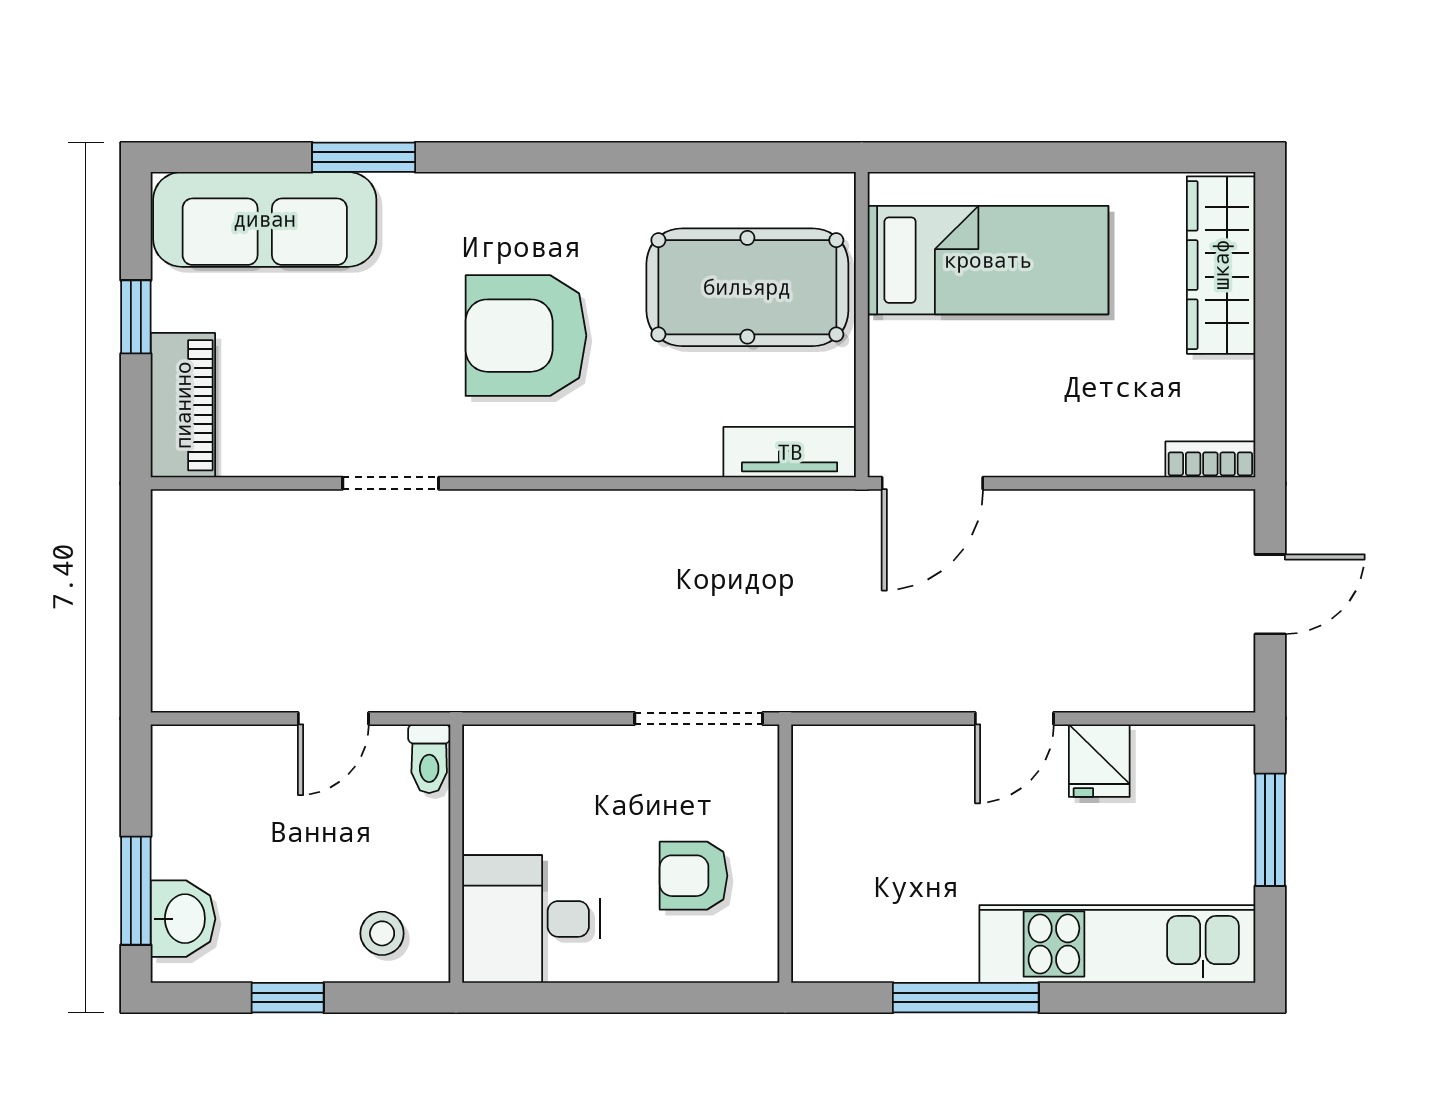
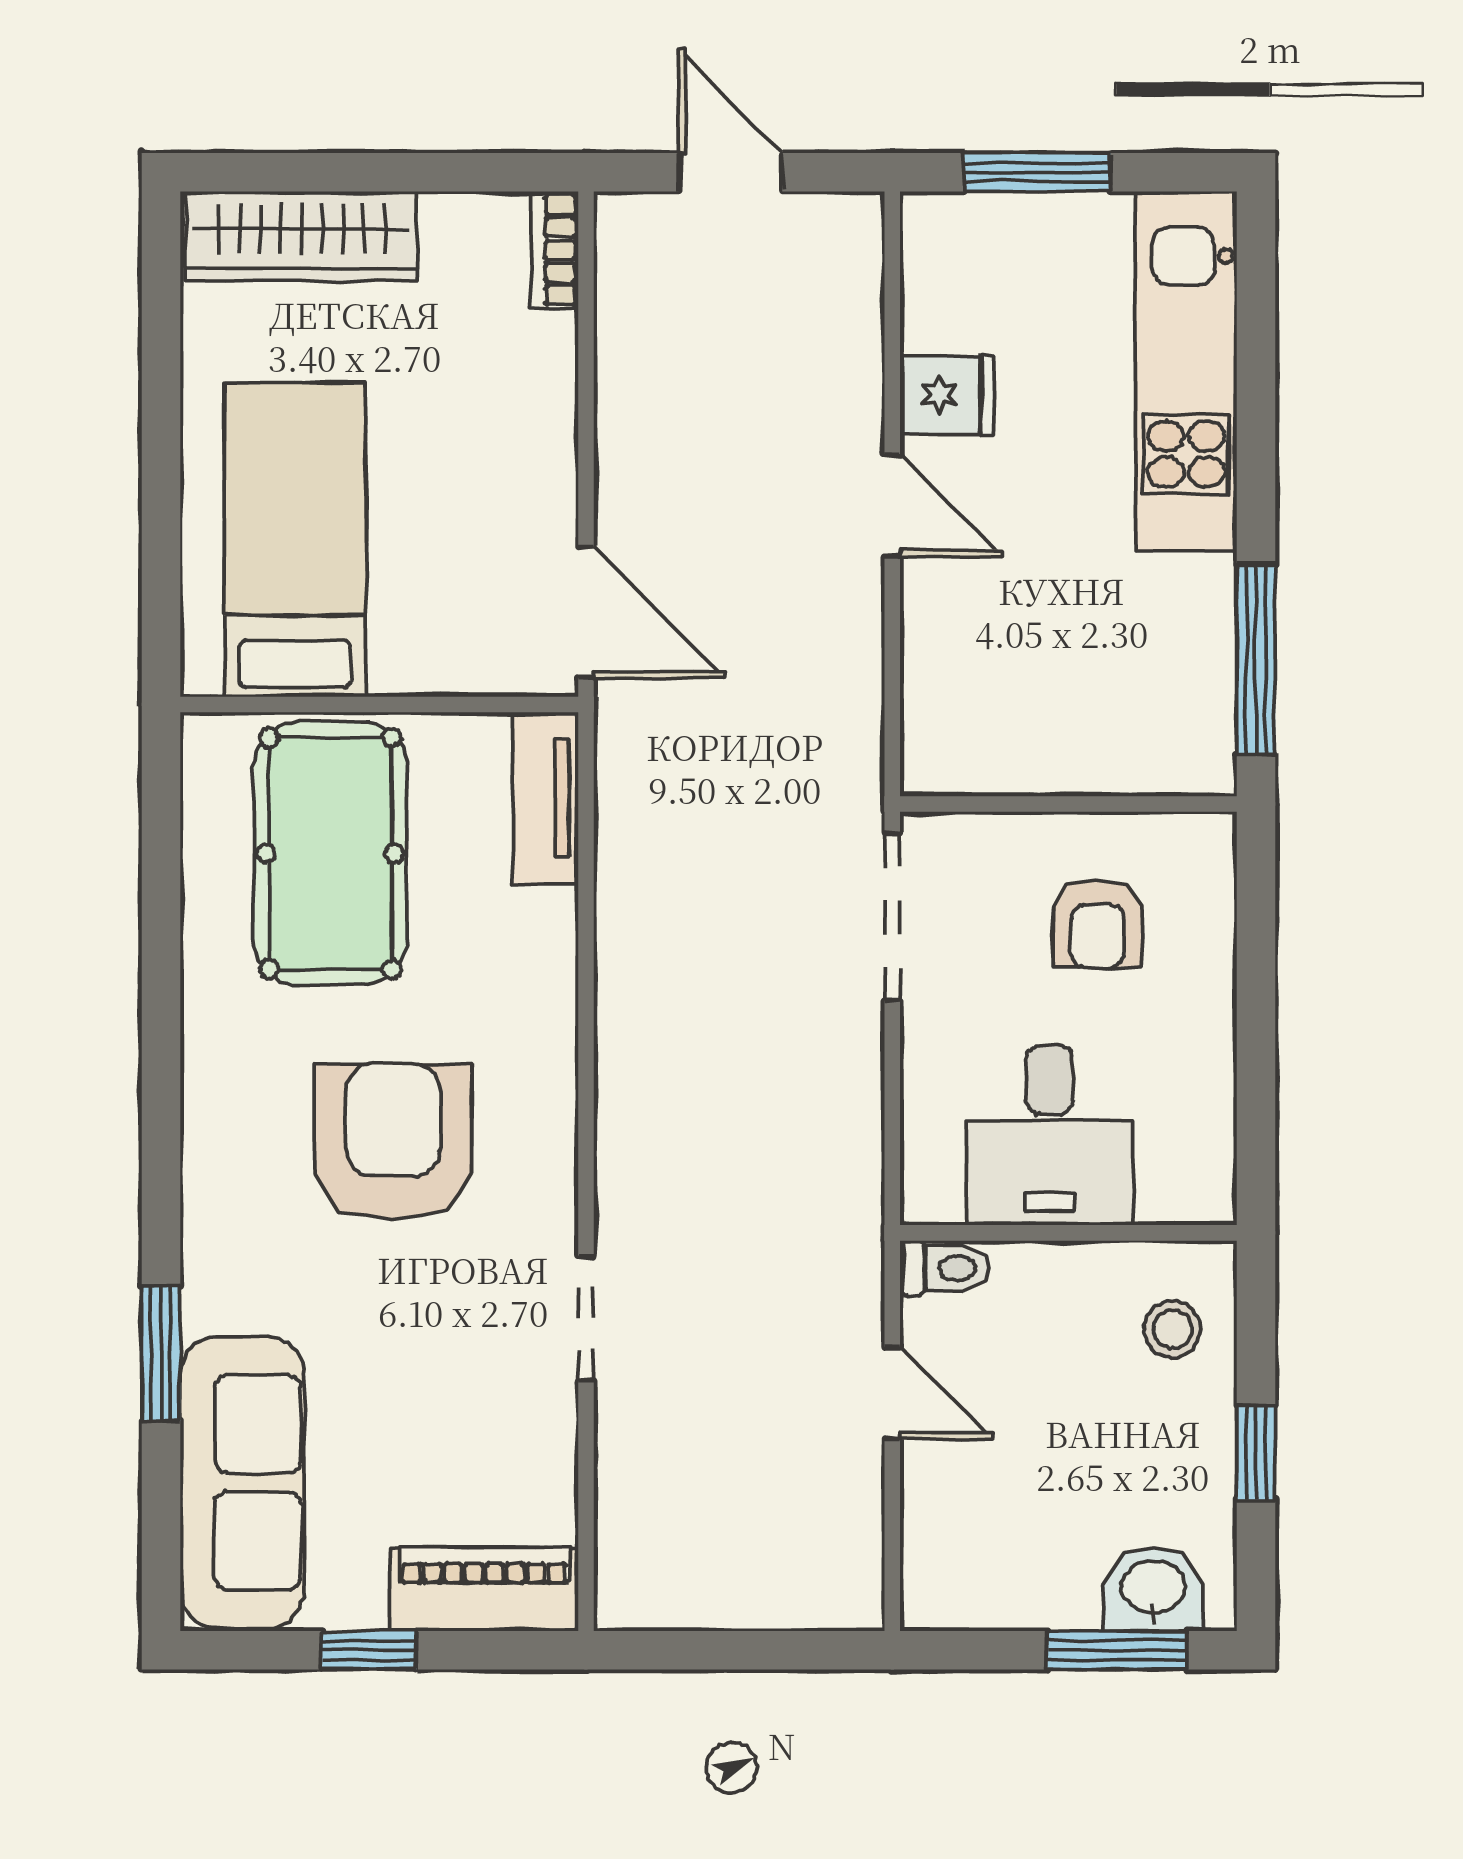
armchair: (526, 336) -> (393, 1142), turned 180
desk: (531, 919) -> (1050, 1135), moved
window: (966, 998) -> (1256, 659), moved

